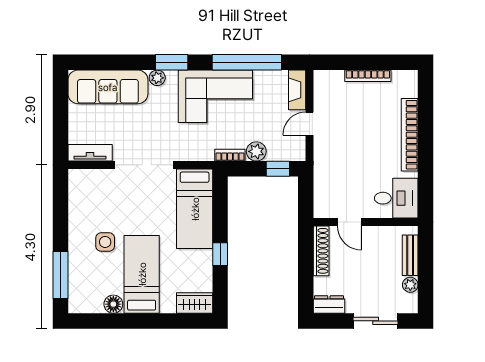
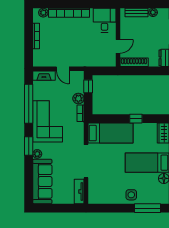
plant: (410, 89) -> (43, 13), added
side table: (105, 242) -> (131, 195), moved

